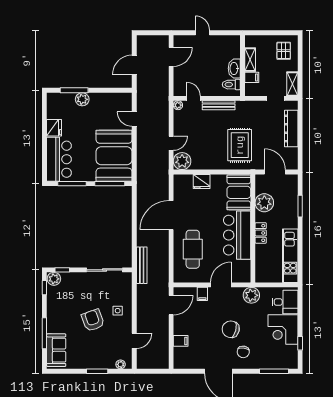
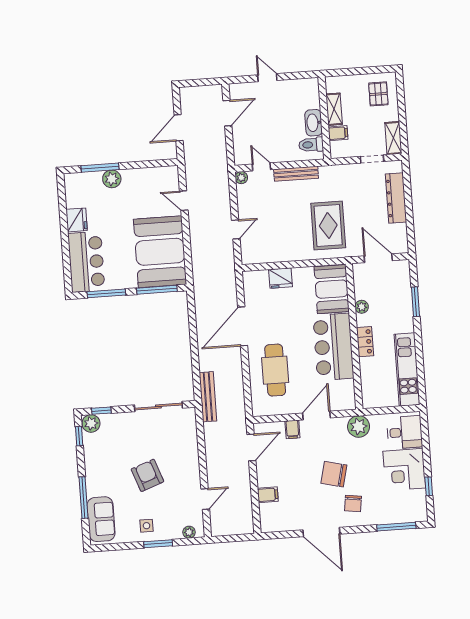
plant: (182, 161) -> (252, 252), removed
plant: (264, 203) -> (362, 307), width x0.53, depth x0.53
side table: (118, 311) -> (147, 526), moved

